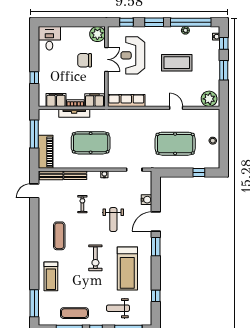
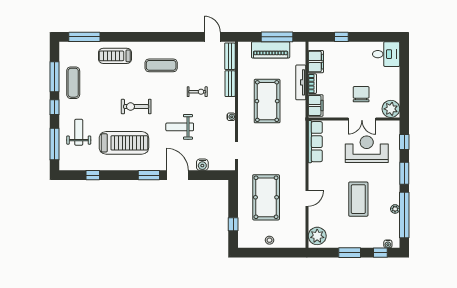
piano: (46, 152) -> (271, 50), moved
treadmill: (127, 269) -> (124, 143), turned 180

